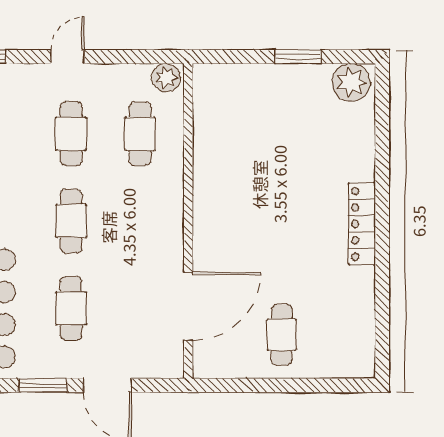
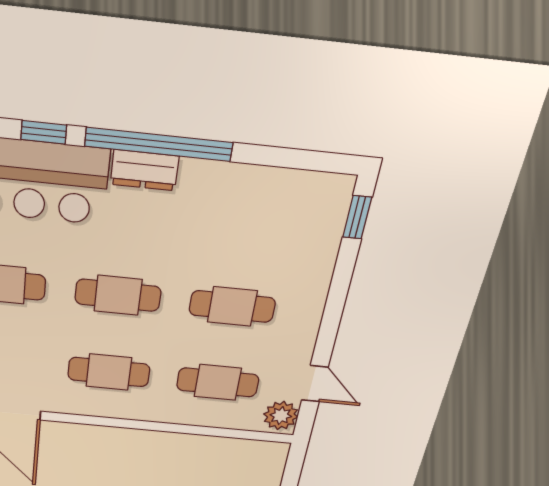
door: (68, 57) -> (315, 384), moved
cafe table: (140, 221) -> (109, 372), added

